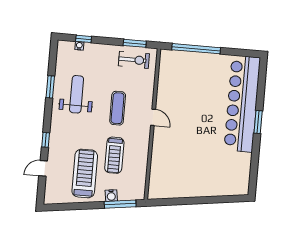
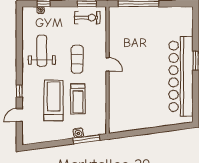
window: (50, 87) -> (19, 46), removed
bar counter: (242, 104) -> (181, 76), moved
treadmill: (85, 173) -> (54, 100), moved

